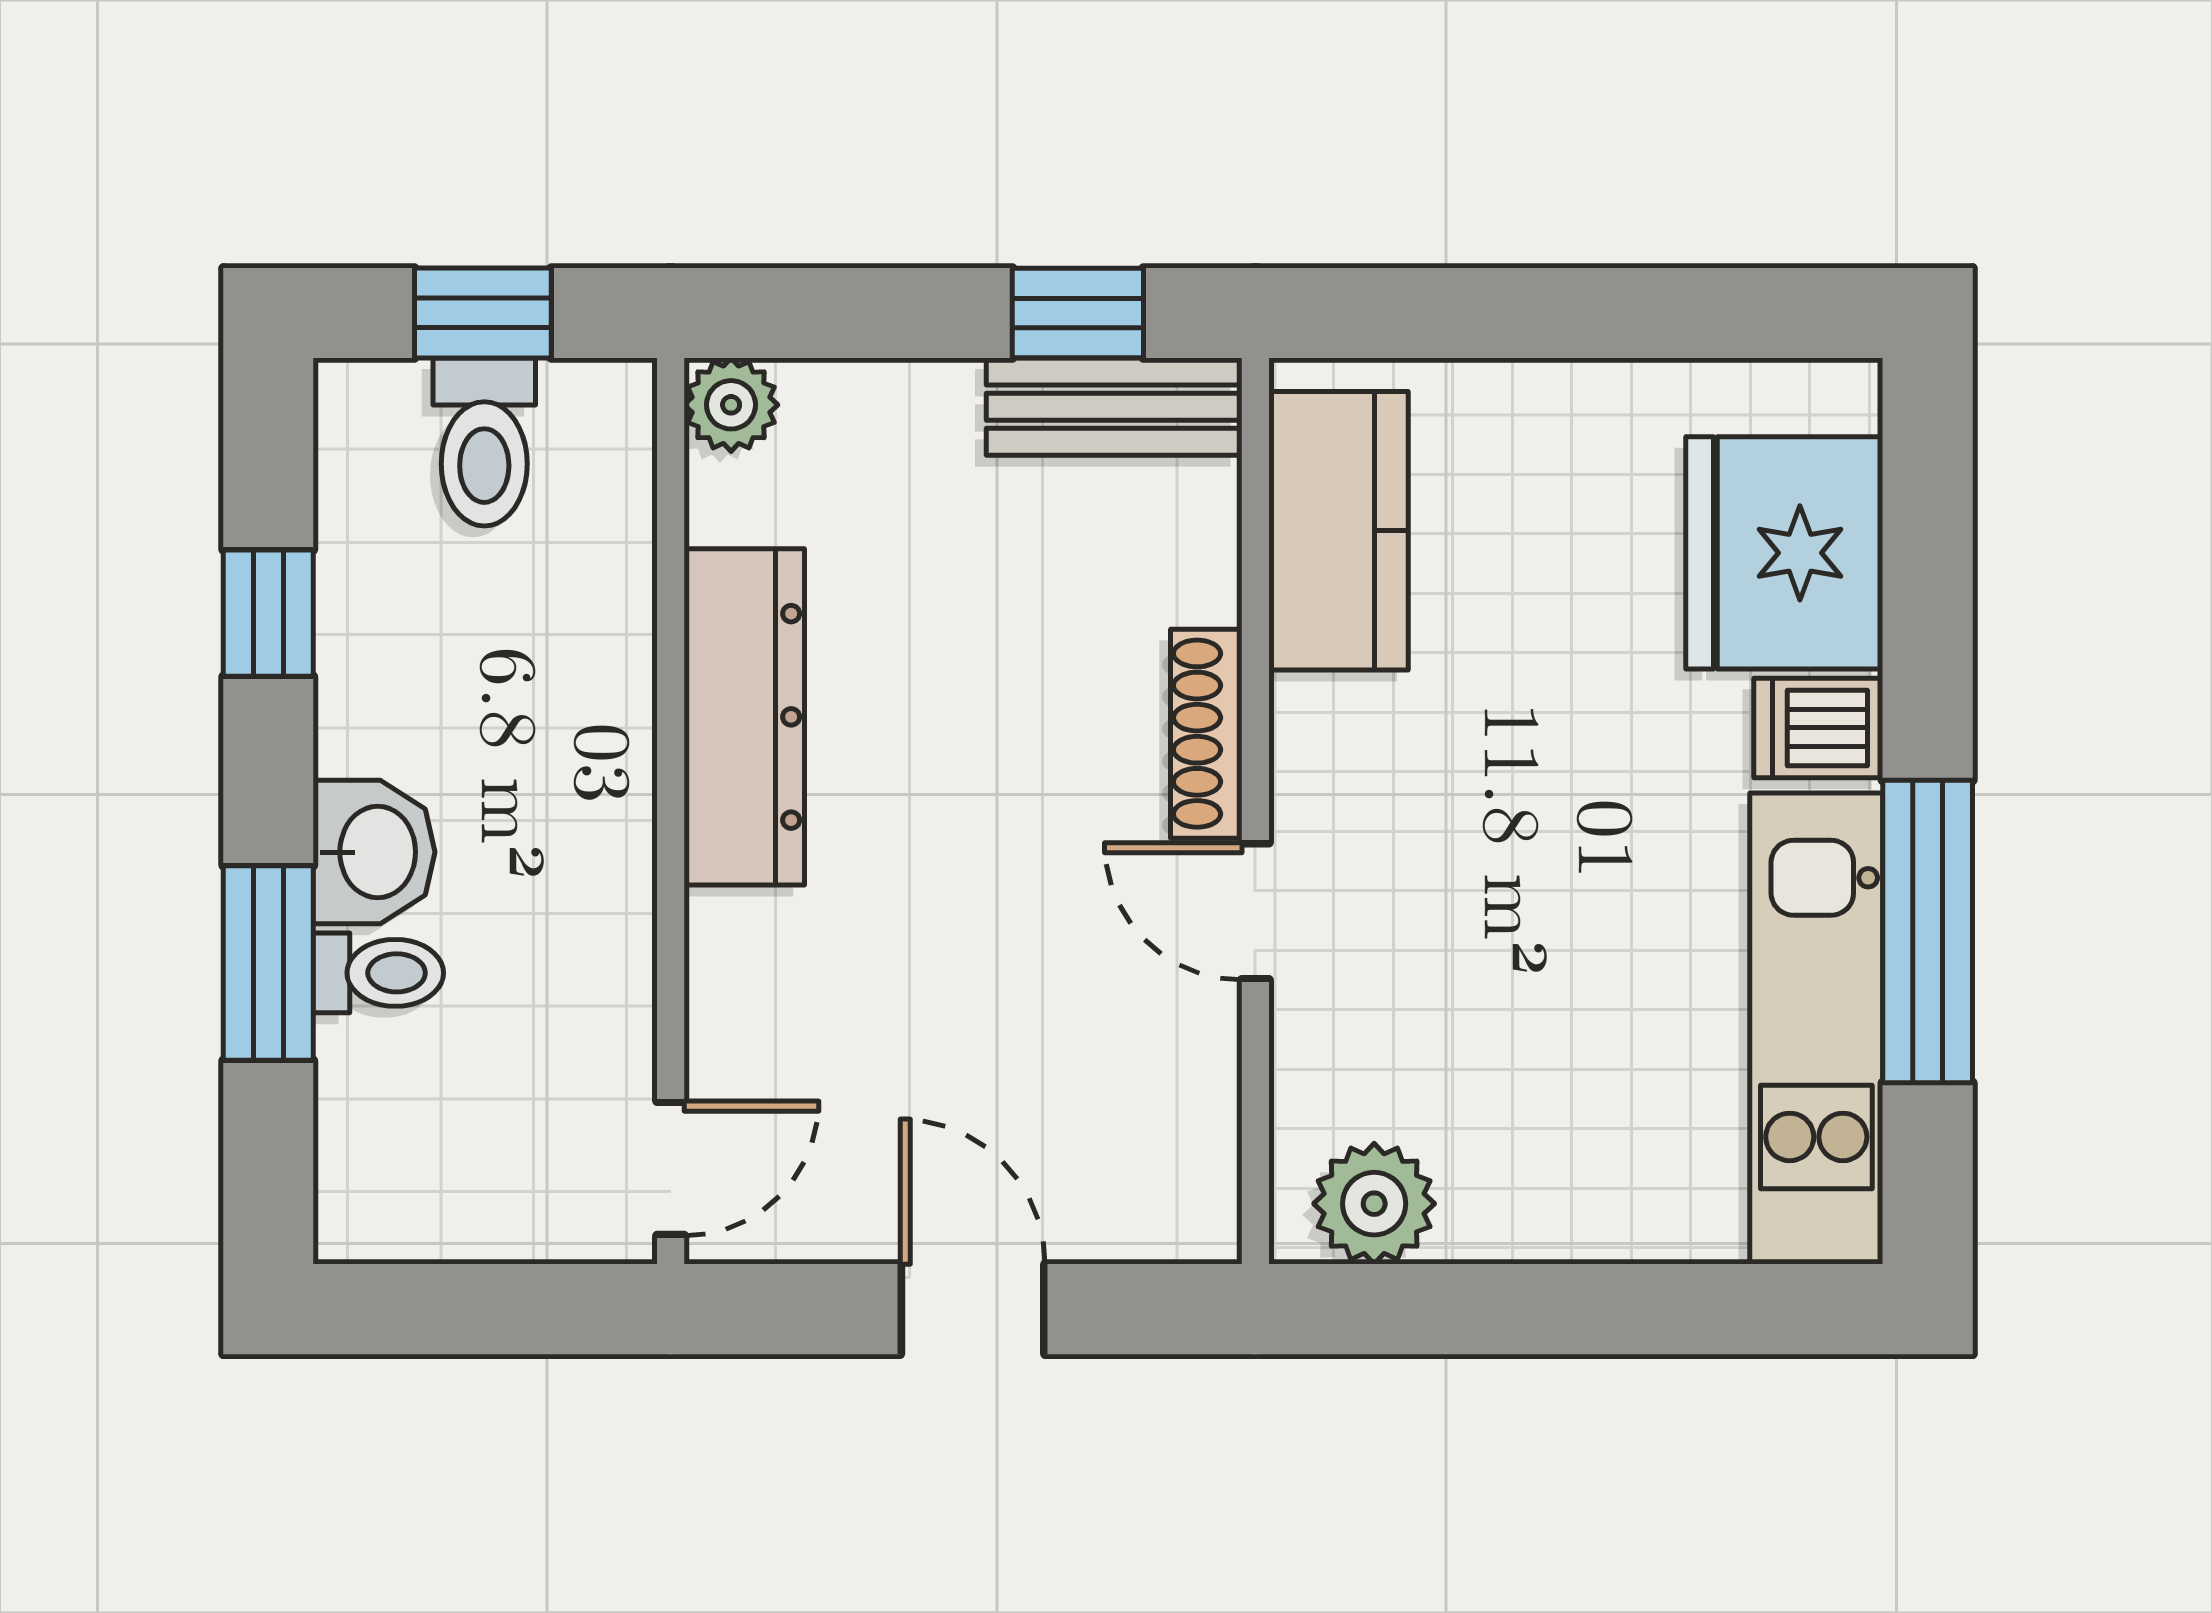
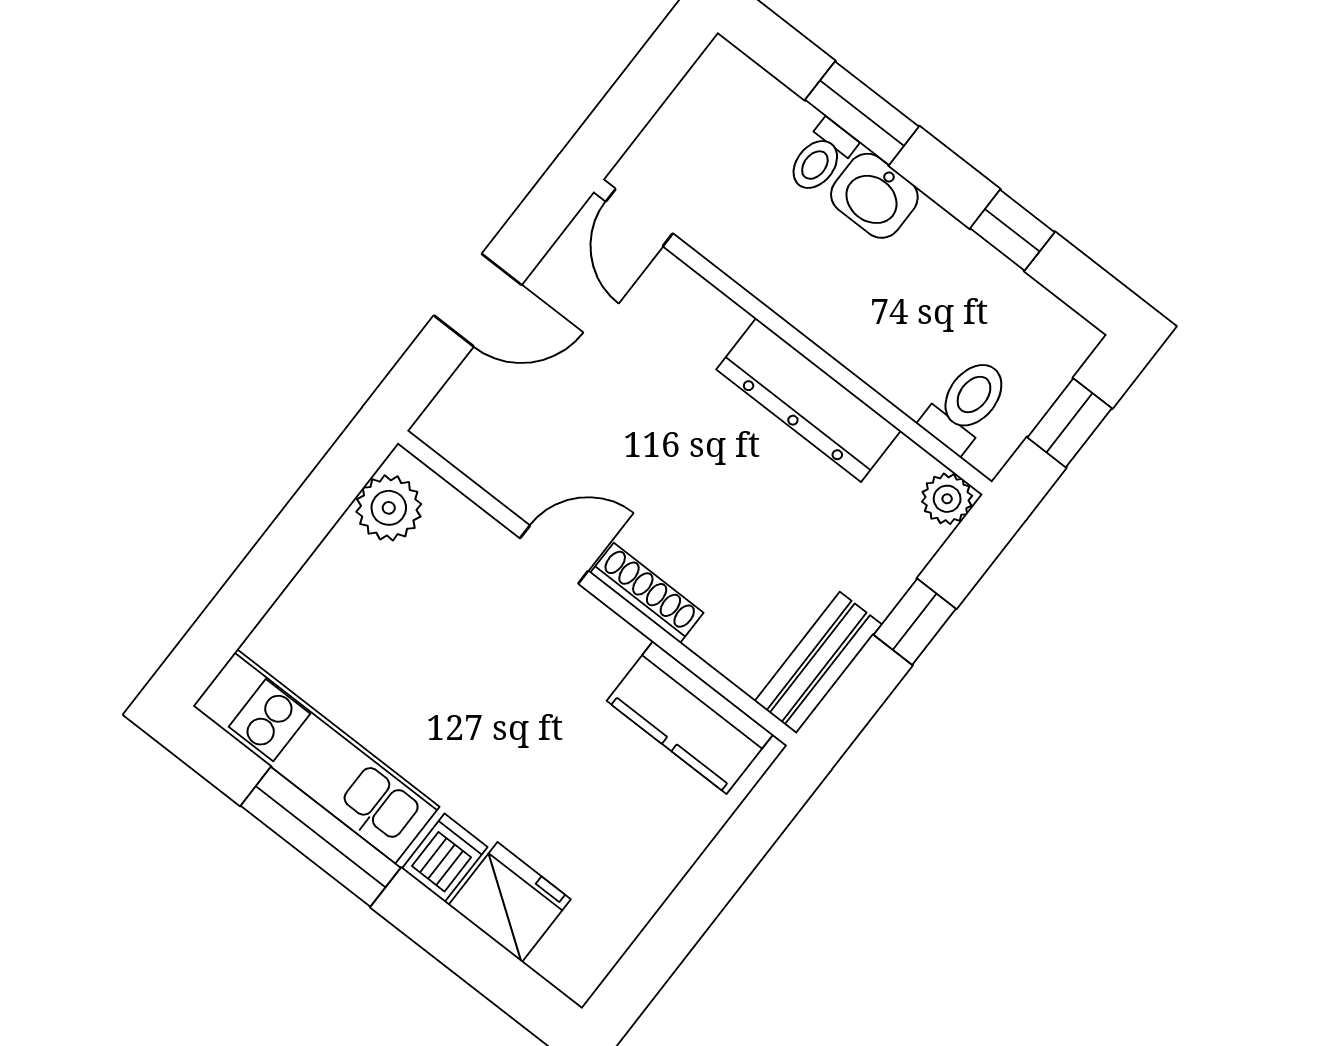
window: (1078, 313) -> (915, 622), moved
toilet: (484, 442) -> (966, 405), moved, turned 90
fridge: (1784, 553) -> (510, 902), width x0.73, depth x0.75

